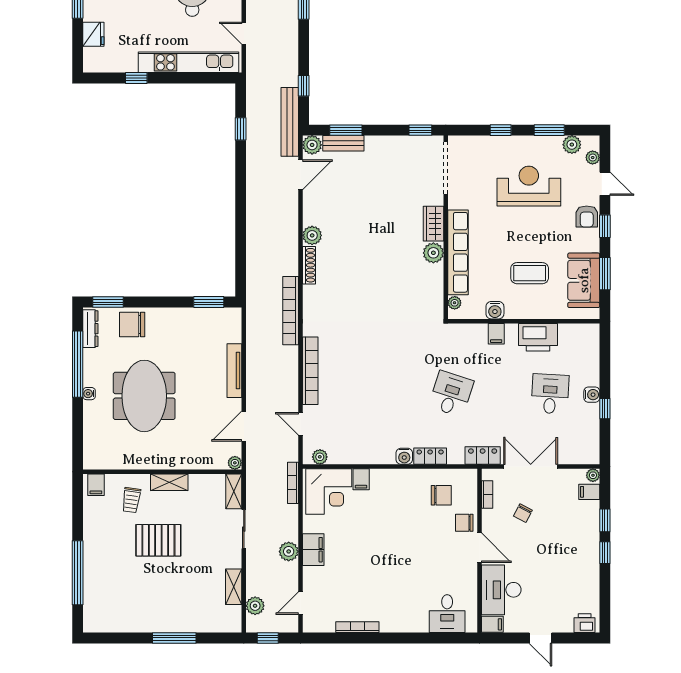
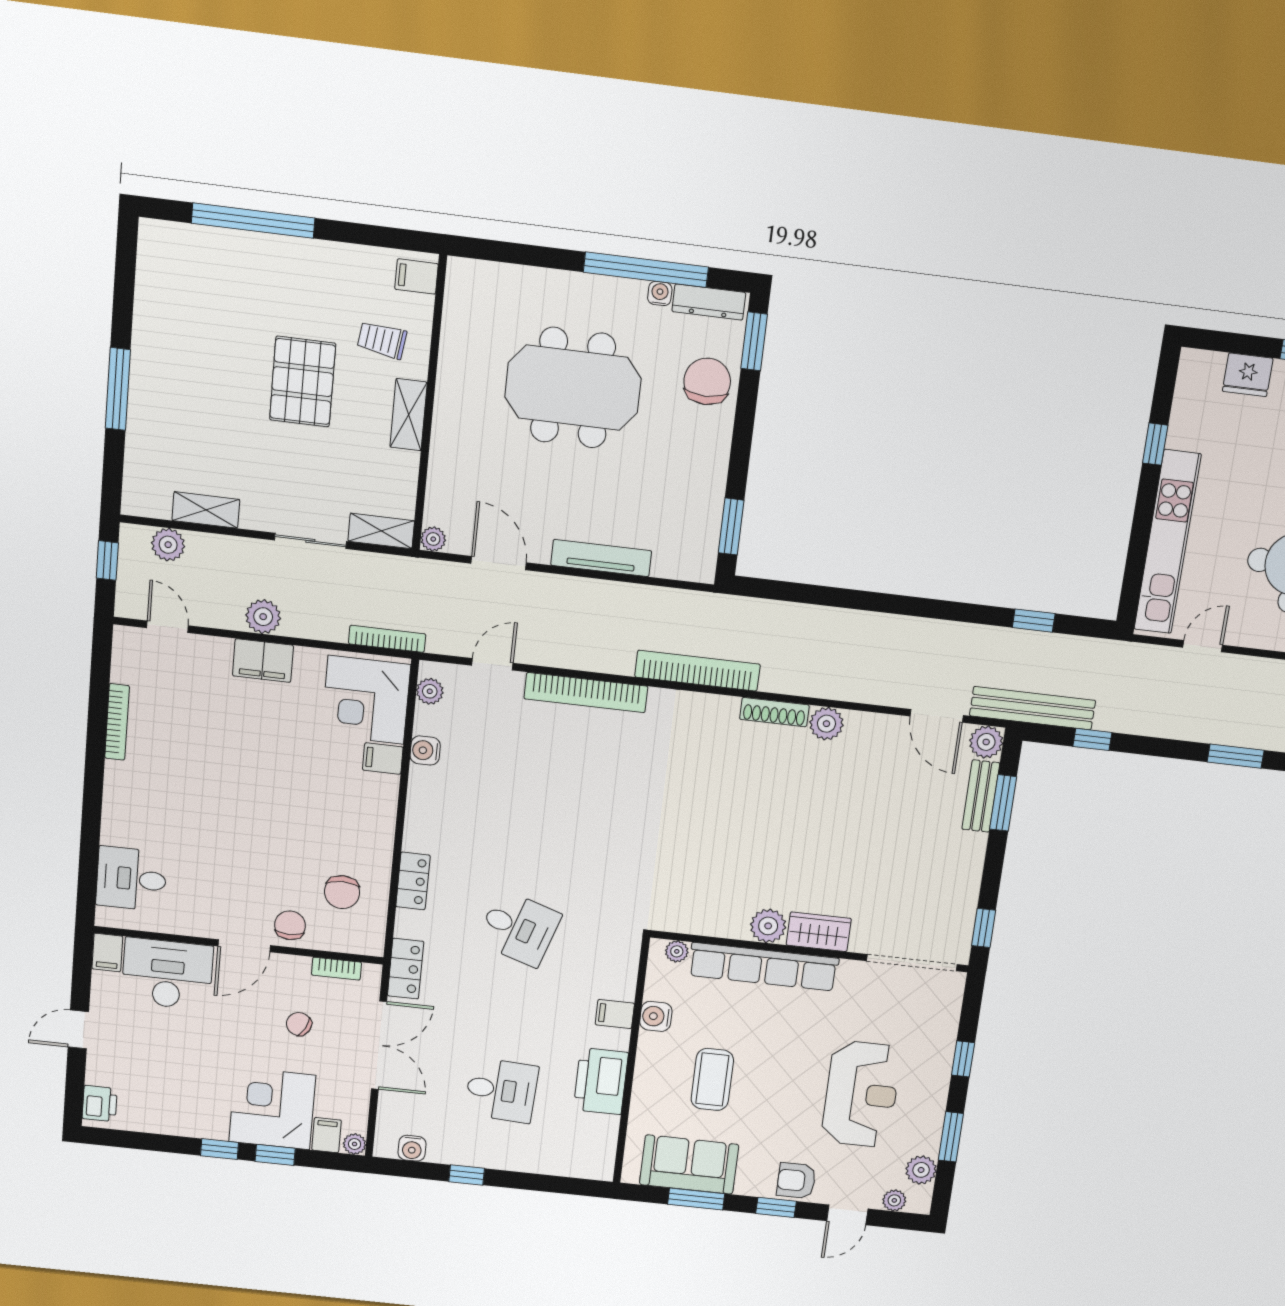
water cooler: (89, 394) -> (660, 293), moved
water cooler: (592, 395) -> (412, 1148), moved
water cooler: (404, 456) -> (425, 750), moved
corner desk: (576, 524) -> (272, 1108), added

